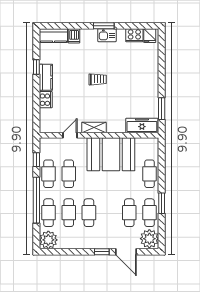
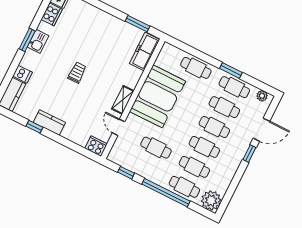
cooker: (46, 100) -> (96, 146), moved
cafe table: (49, 174) -> (214, 127), moved
plant: (149, 239) -> (262, 96), width x0.53, depth x0.53

